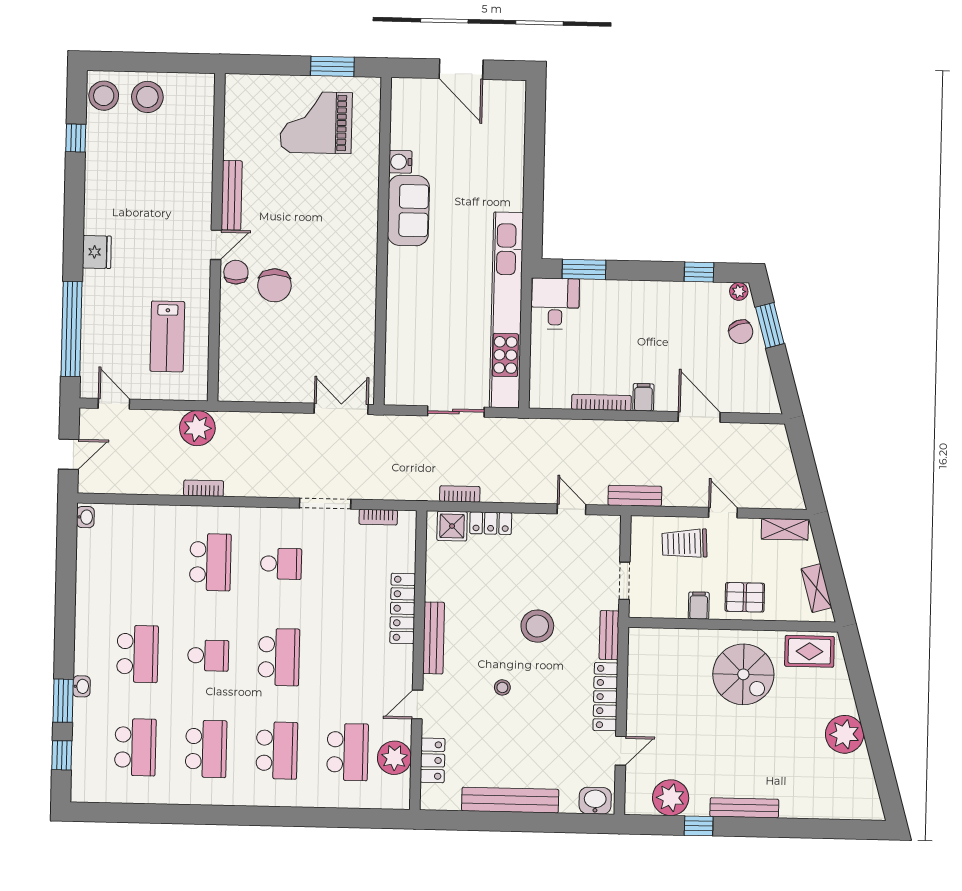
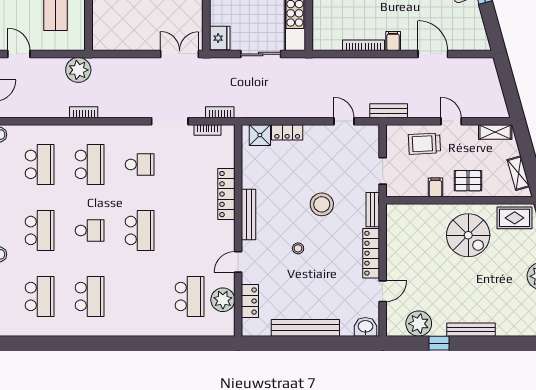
fridge: (398, 388) -> (220, 38), added
bookcase: (460, 494) -> (220, 112), moved
school desk: (277, 750) -> (40, 164), moved

